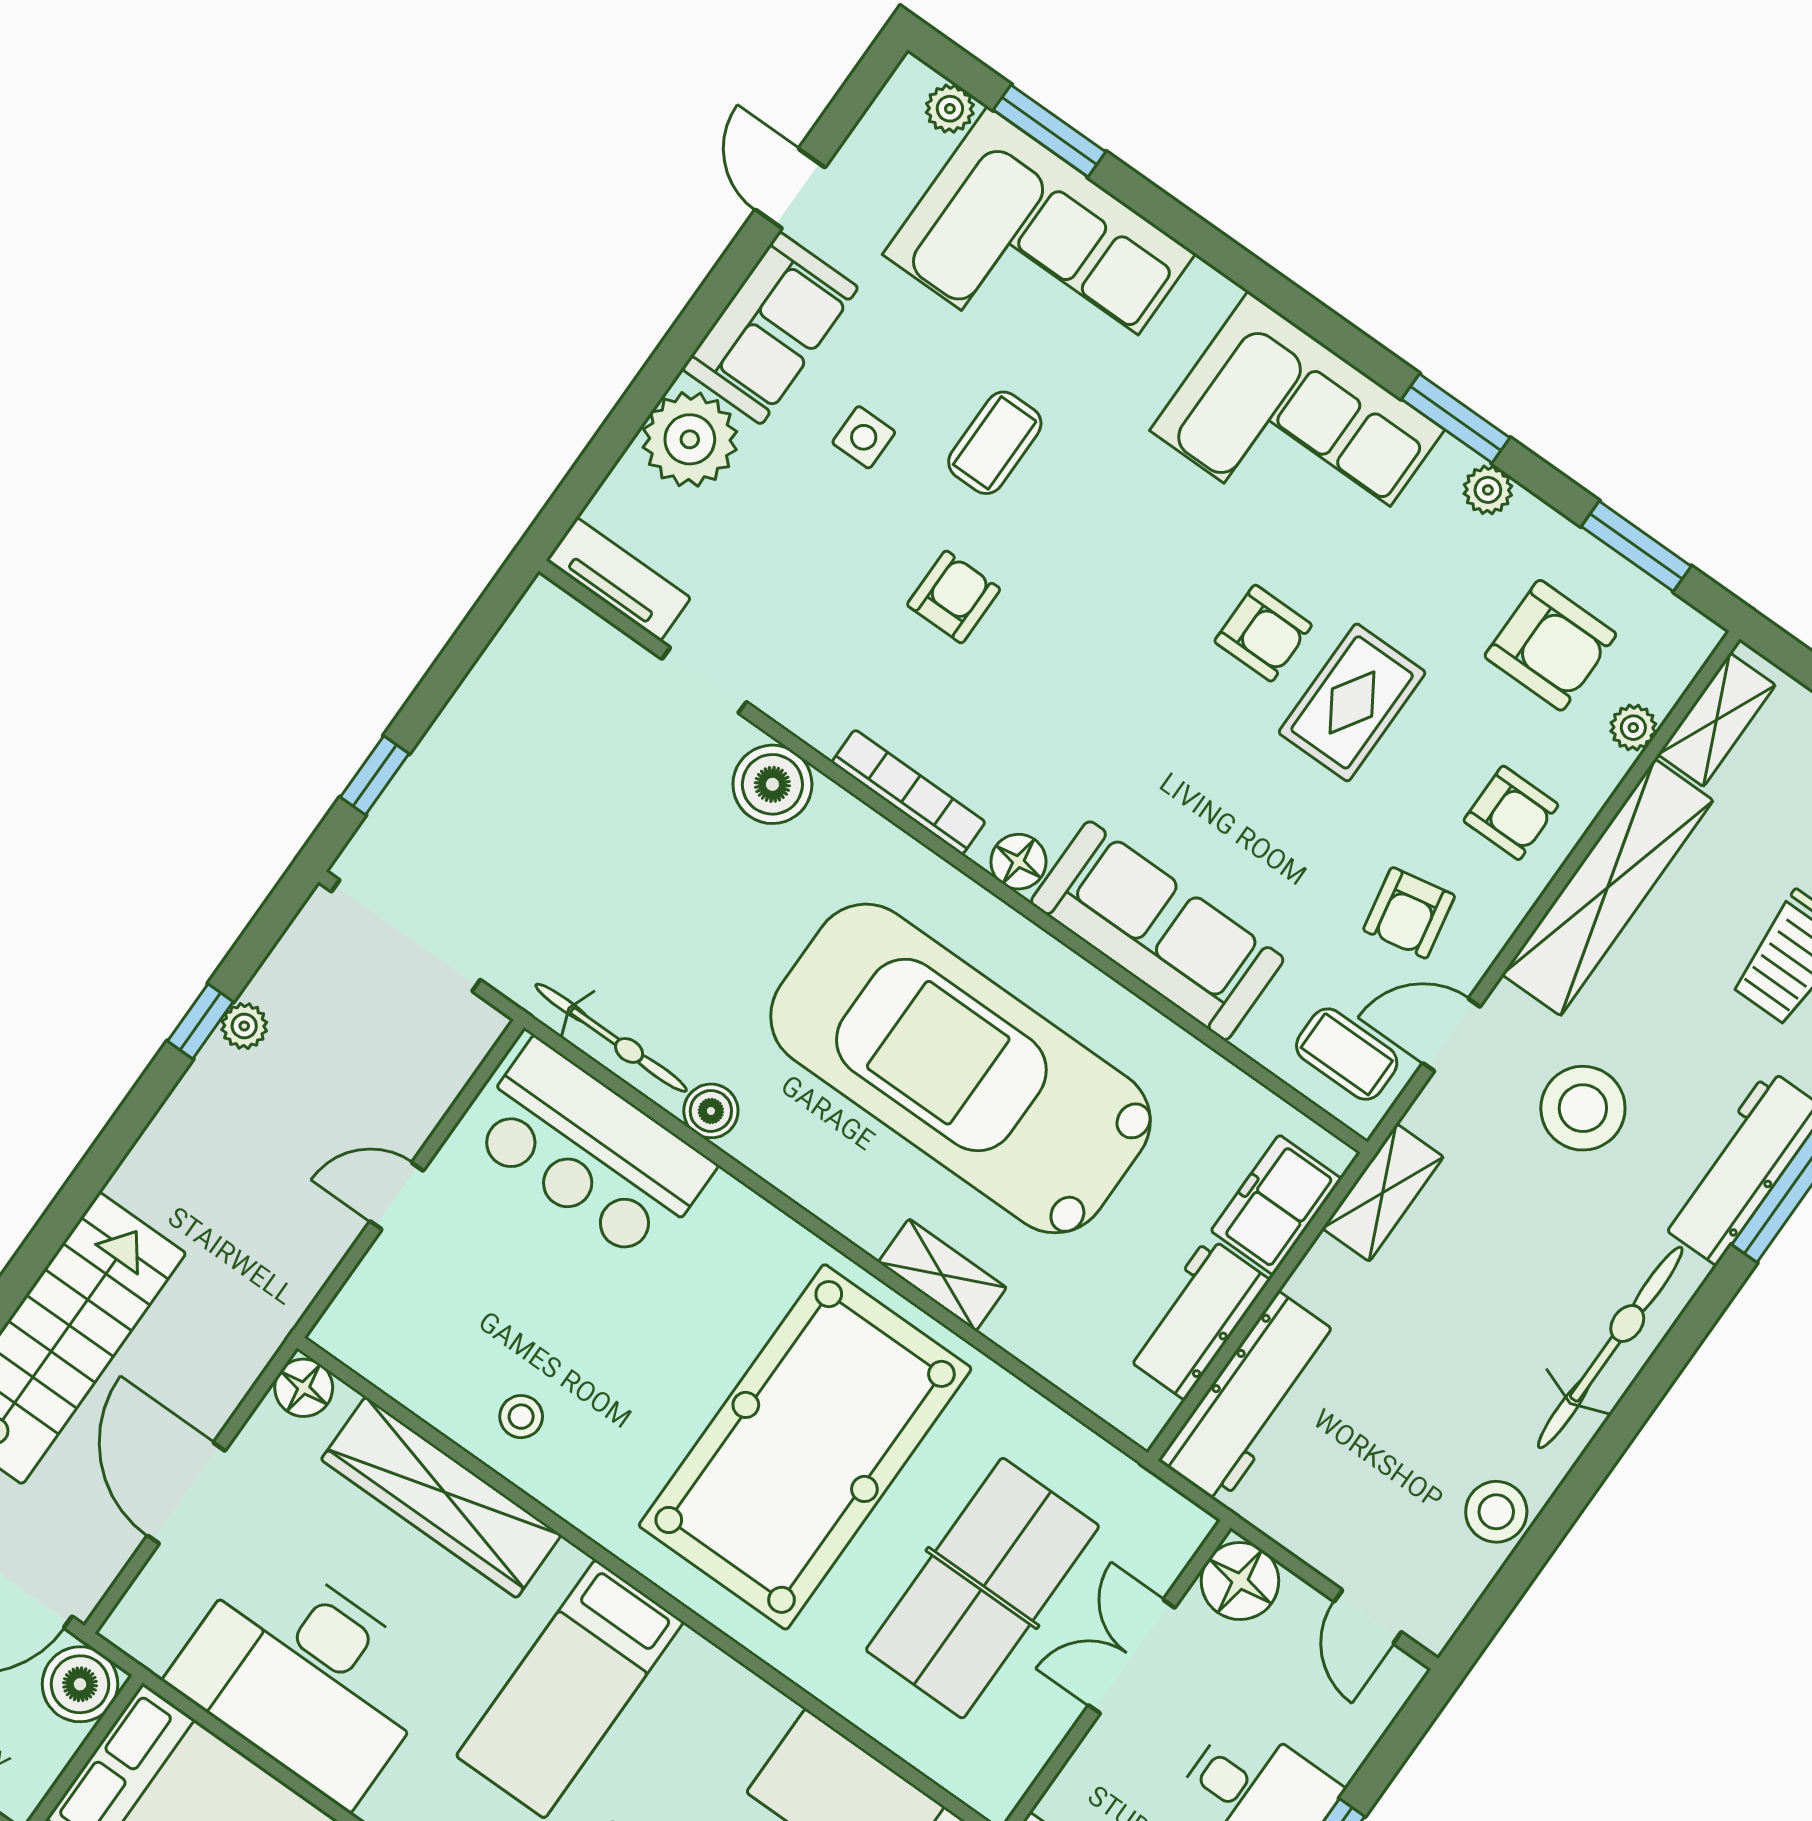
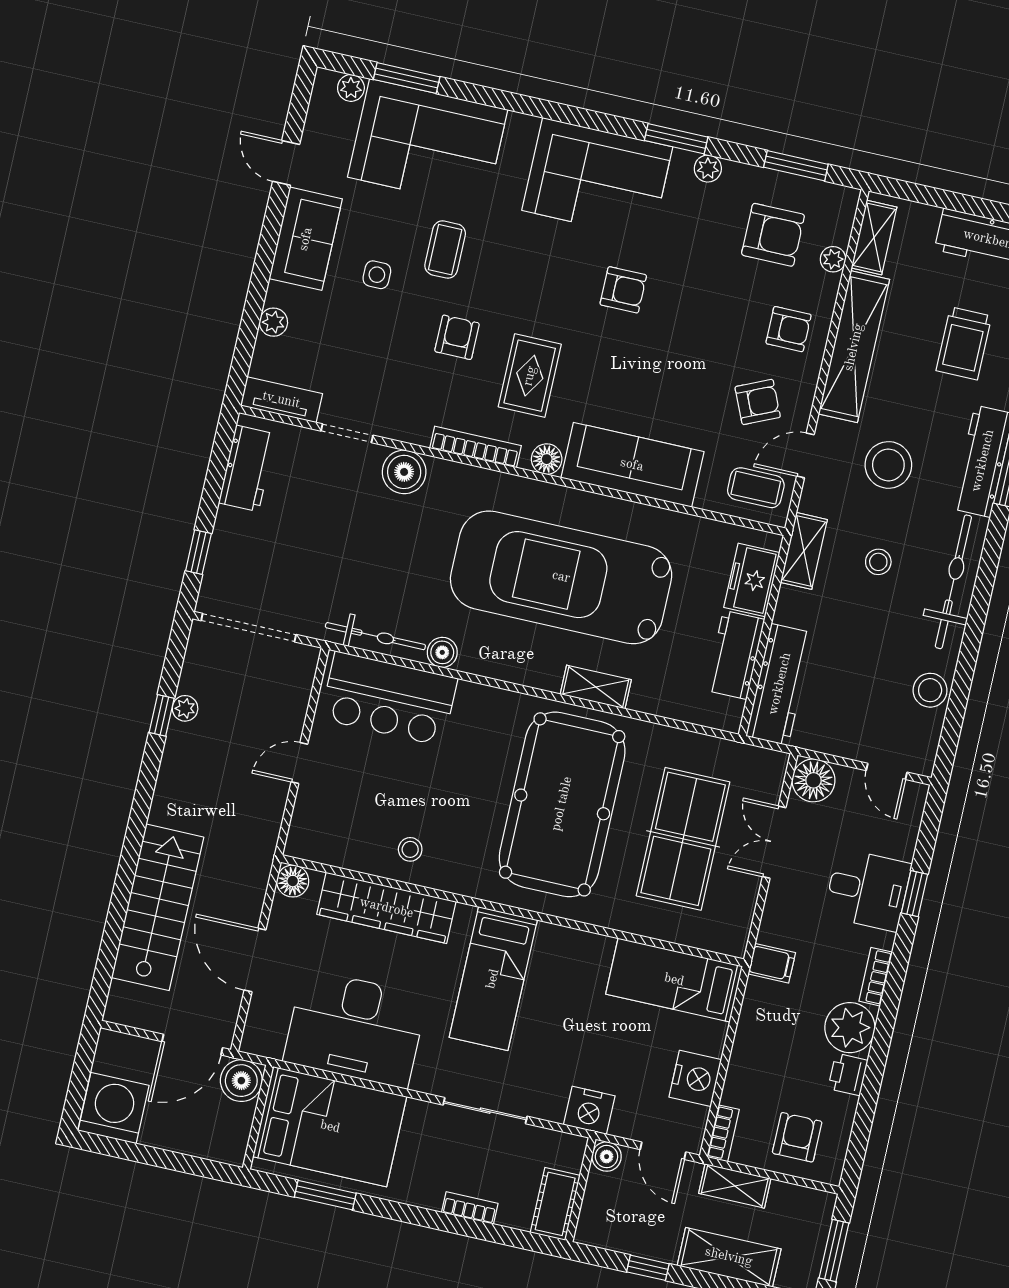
plant: (690, 439) -> (273, 322), width x0.53, depth x0.53
workbench: (514, 670) -> (247, 468), added
rug: (1352, 702) -> (530, 376), moved
armchair: (1409, 913) -> (758, 402), turned -103
stool: (1499, 1262) -> (878, 562), added

